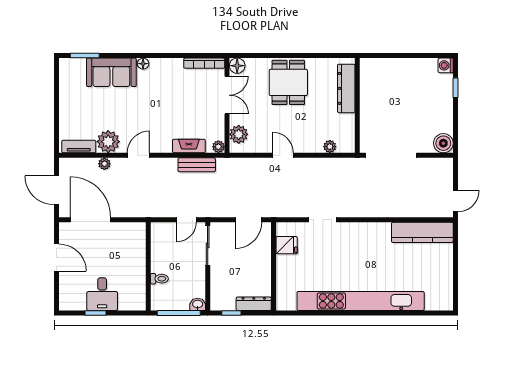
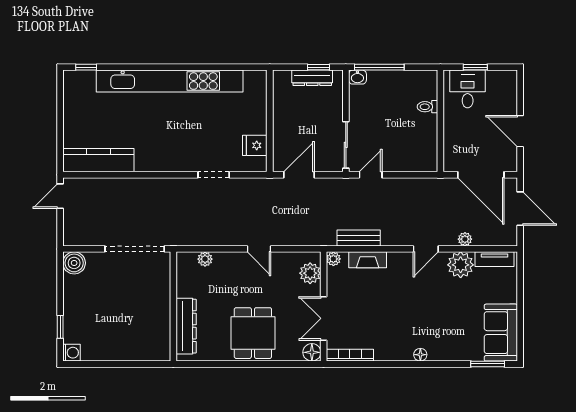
sofa: (111, 72) -> (501, 333), moved, turned -90
wall: (148, 266) -> (440, 121), moved
toilet: (159, 279) -> (428, 107), moved
dresser: (254, 304) -> (312, 78), moved
window: (433, 313) -> (86, 67), added

